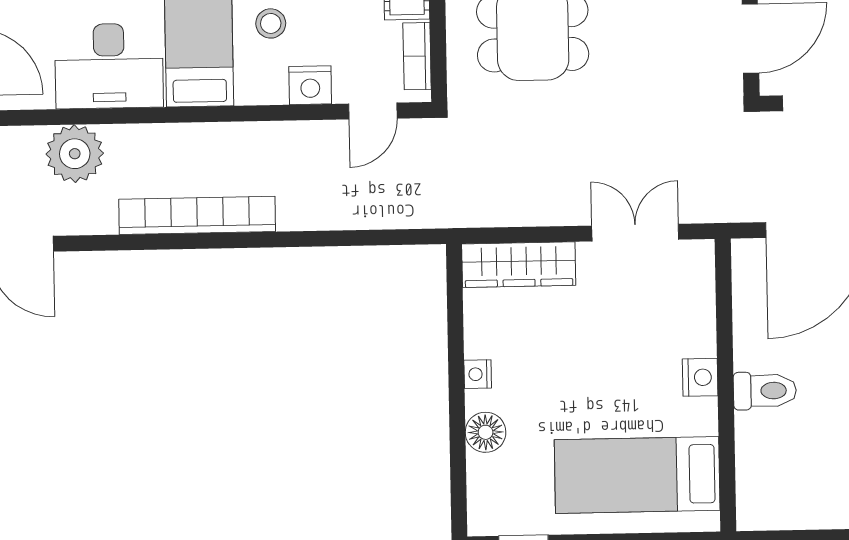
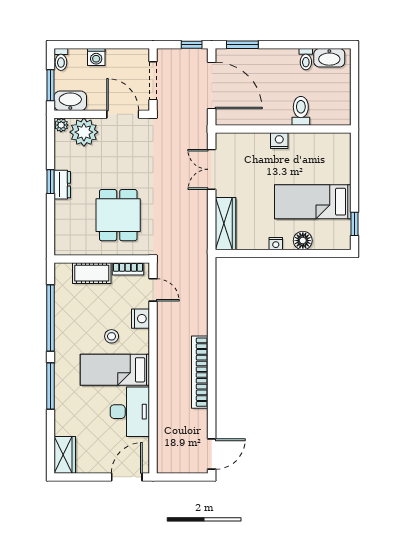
plant: (75, 154) -> (170, 428), removed
toilet: (765, 391) -> (301, 111), moved
bed: (637, 475) -> (313, 202), moved, turned 90

